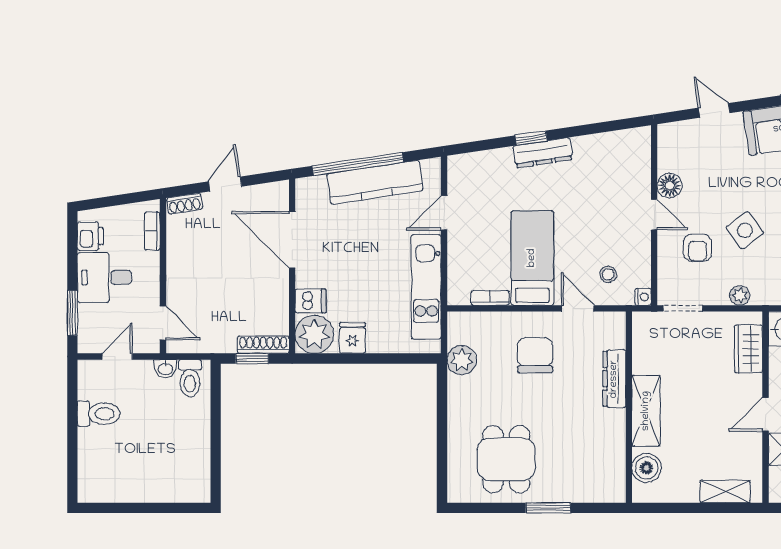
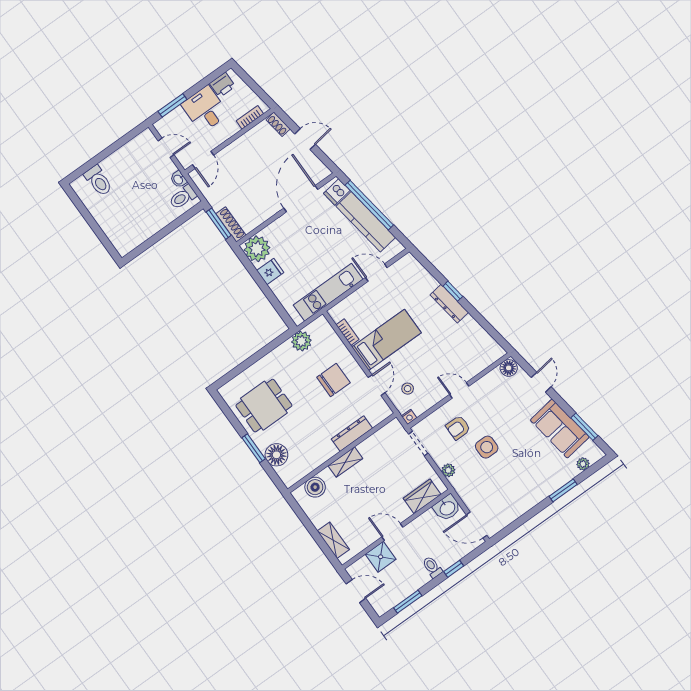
floor lamp: (670, 186) -> (509, 368), moved
door: (654, 215) -> (459, 390), swing flipped
side table: (745, 230) -> (487, 447), turned 36
dishwasher: (311, 301) -> (337, 192), moved, turned 81
window: (252, 359) -> (219, 224), width x1.50
shelving: (646, 411) -> (345, 462), width x0.67, depth x0.75
toilet: (99, 414) -> (98, 181), moved
floor lamp: (575, 486) -> (276, 455), added

